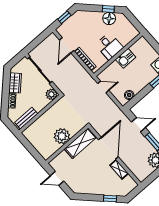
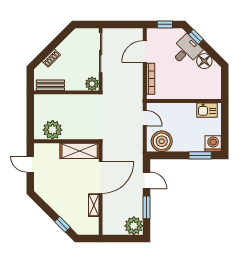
window: (108, 9) -> (196, 37), moved
desk: (109, 46) -> (186, 50), moved, turned -135
kitchen sink: (126, 58) -> (207, 110), moved
wardrobe: (15, 83) -> (68, 45), removed
boiler: (129, 95) -> (162, 141), width x1.86, depth x1.86
plant: (62, 136) -> (53, 130), moved

